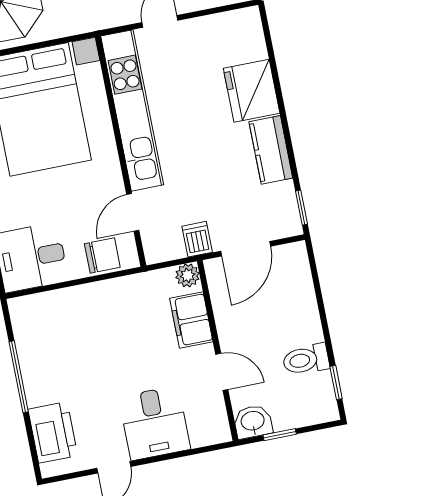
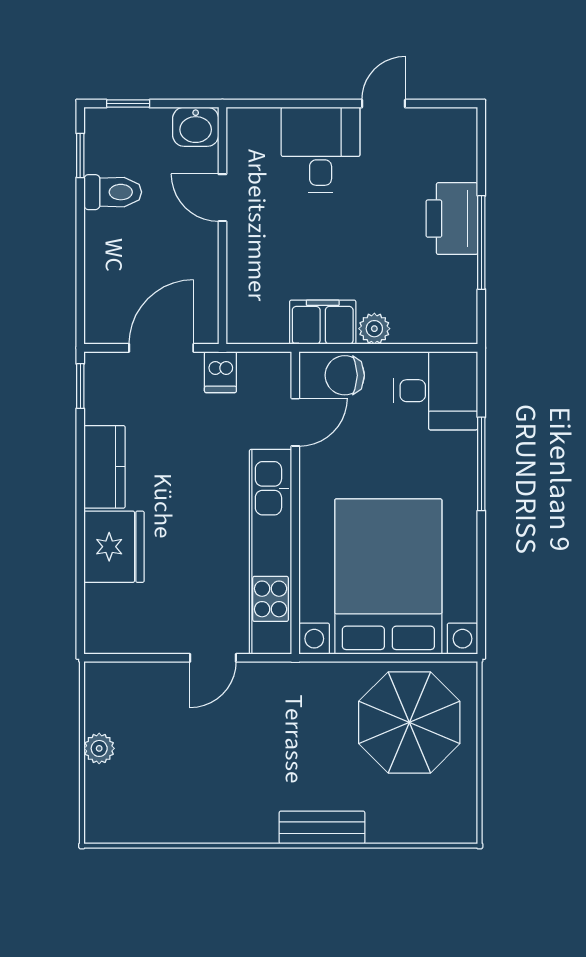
plant: (188, 275) -> (374, 329), moved
filing cabinet: (191, 320) -> (323, 322), moved, turned -90
printer: (53, 432) -> (452, 219), moved
window: (280, 435) -> (128, 104), moved

